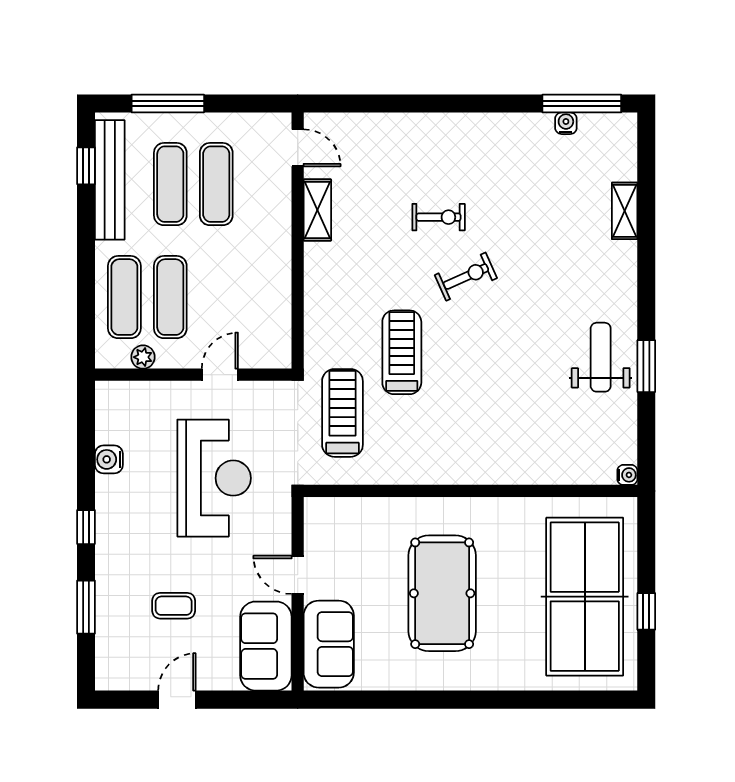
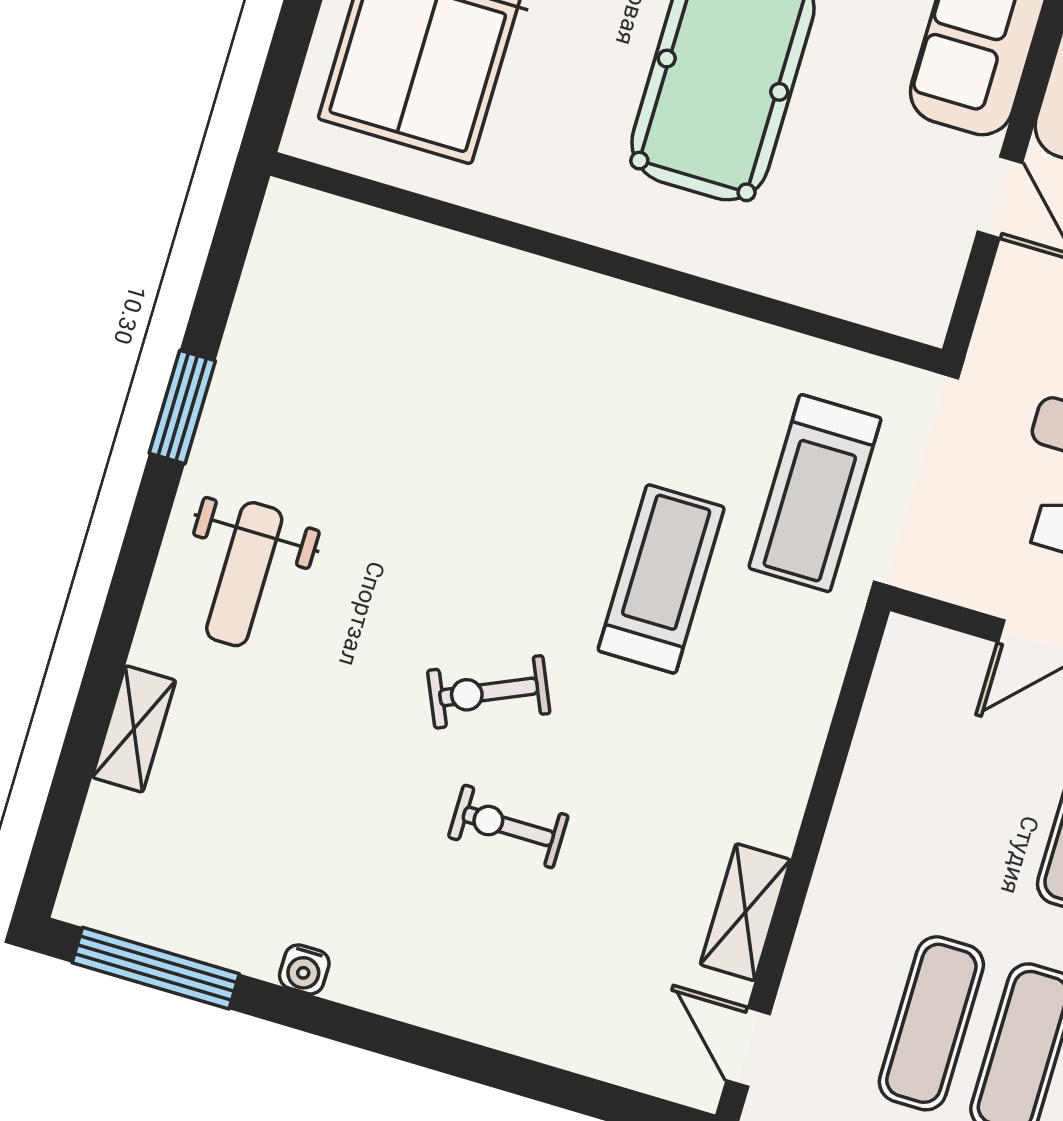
water cooler: (566, 123) -> (304, 969), moved
treadmill: (402, 352) -> (661, 579), turned 180
weight bench: (601, 357) -> (244, 574), moved
water cooler: (627, 475) -> (284, 202), removed

